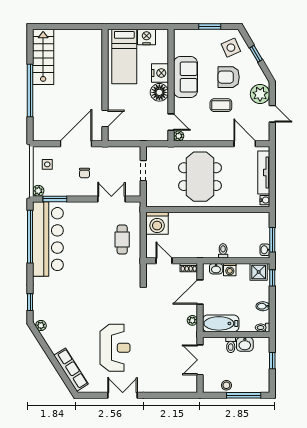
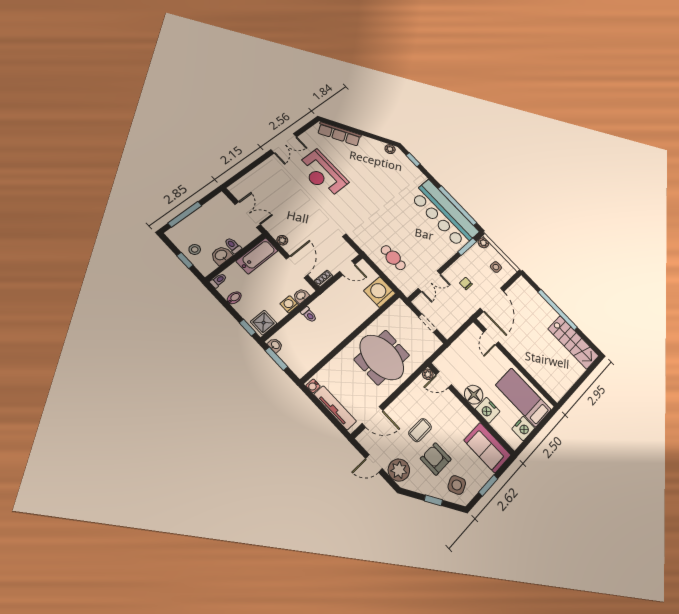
sofa: (186, 77) -> (487, 448), moved
armchair: (229, 77) -> (436, 459), turned -90
stool: (226, 385) -> (195, 249), moved

